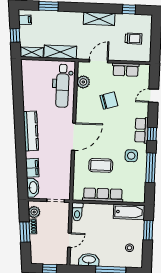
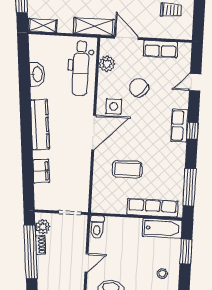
shelving: (60, 52) -> (94, 27), moved
door: (99, 61) -> (127, 38), hinge flipped
chair: (109, 101) -> (139, 88), turned -119
side table: (131, 156) -> (114, 106), moved
window: (151, 168) -> (189, 187), moved
washbasin: (33, 188) -> (37, 74), moved
row of seats: (103, 195) -> (153, 208), moved
window: (25, 232) -> (31, 252), width x2.11

